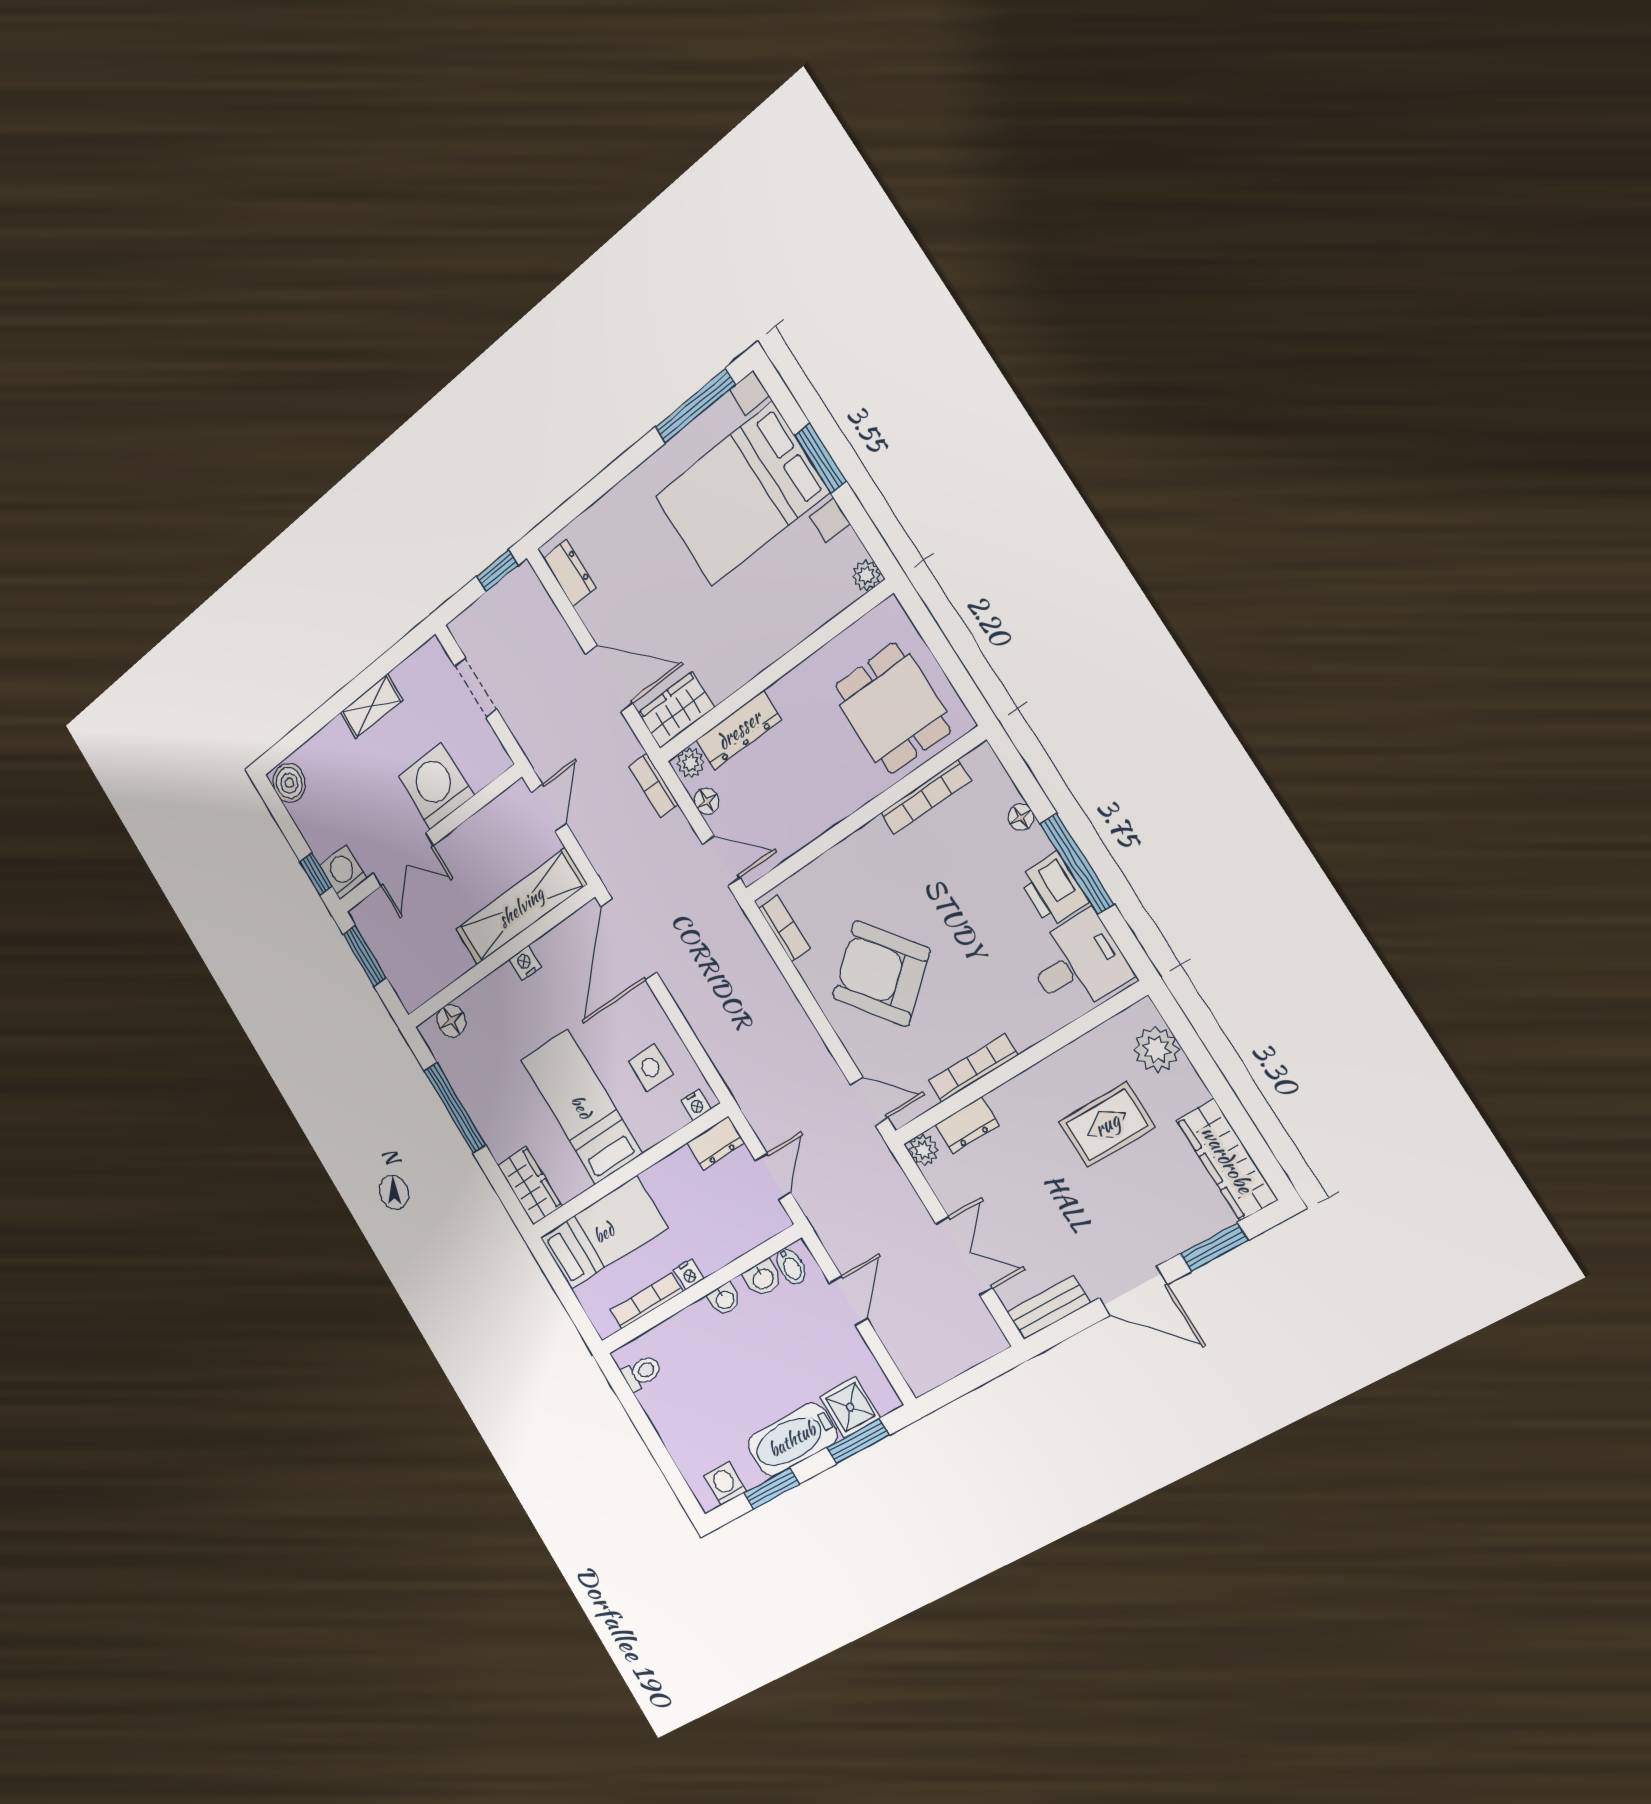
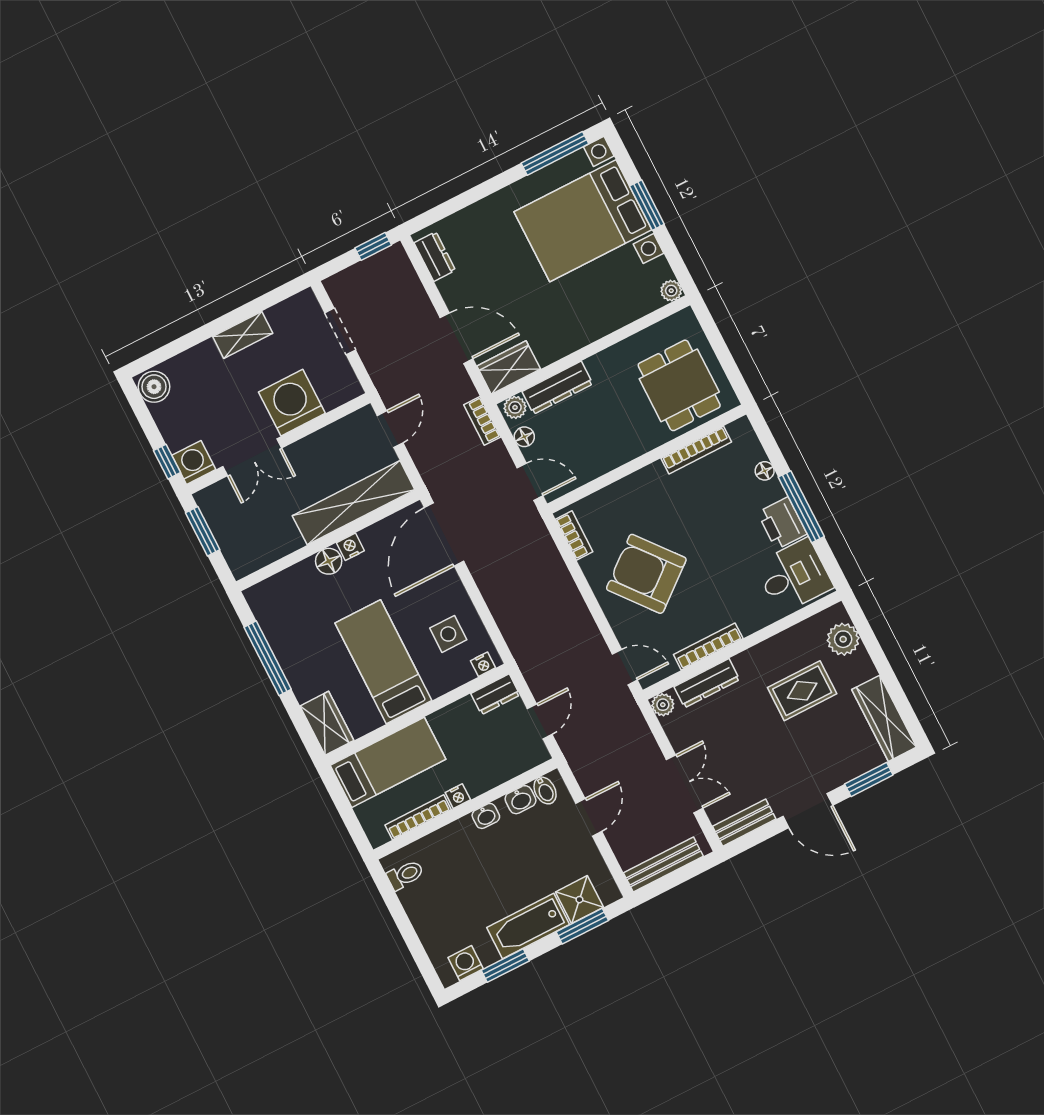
floor lamp: (451, 1021) -> (329, 561), moved
dresser: (967, 1125) -> (707, 683), width x1.44
bench: (949, 1363) -> (663, 864), added

